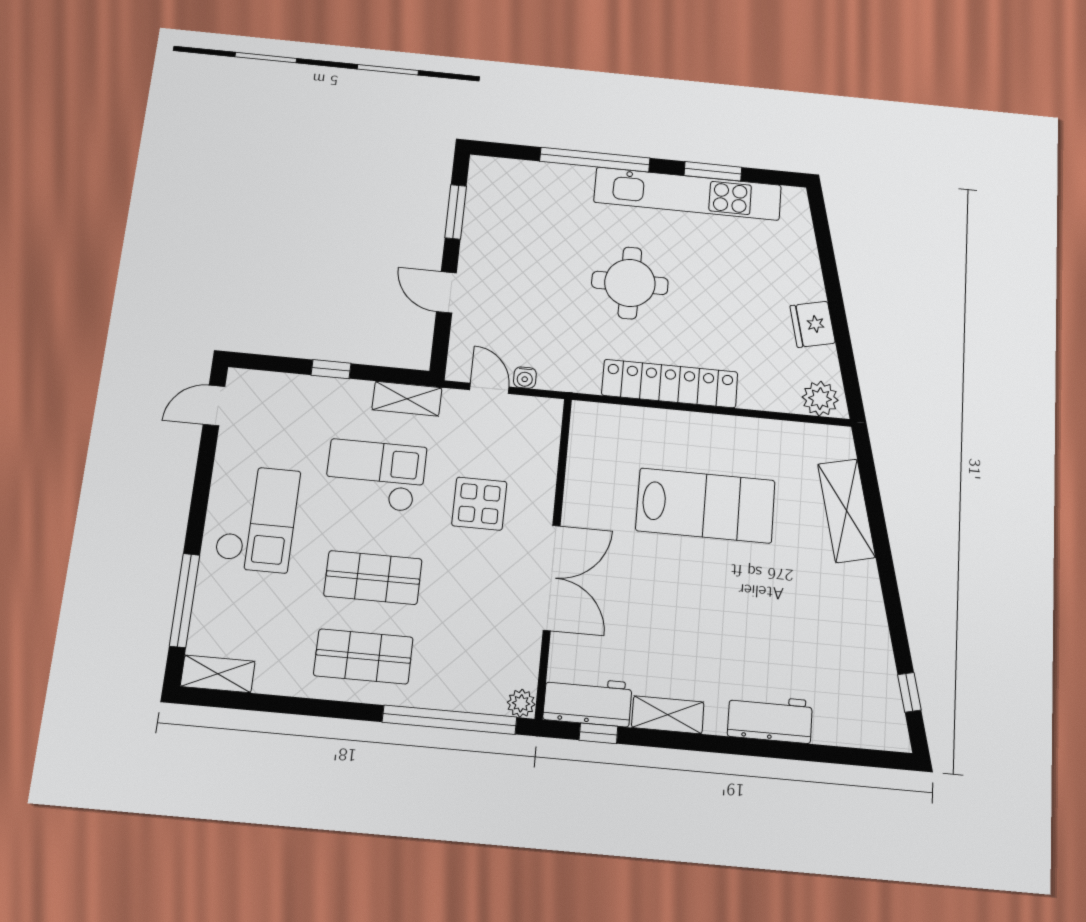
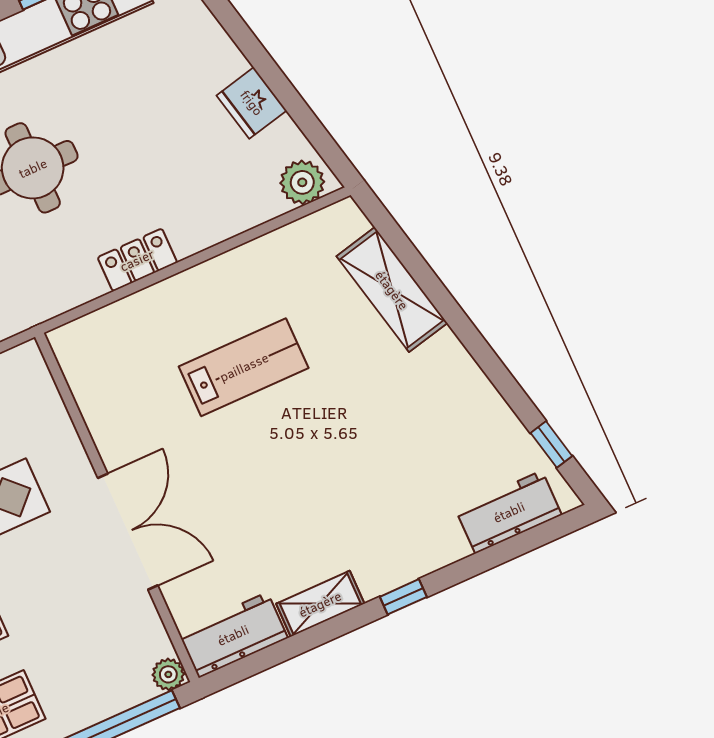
locker: (670, 384) -> (137, 260), width x0.46, depth x0.83
lab bench: (706, 506) -> (244, 367), width x0.73, depth x0.72
workbench: (770, 718) -> (509, 512), moved
window: (598, 733) -> (403, 597), moved

